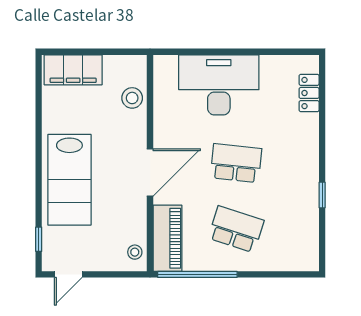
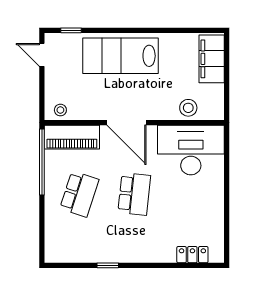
desk: (219, 85) -> (191, 150), moved, turned -90

